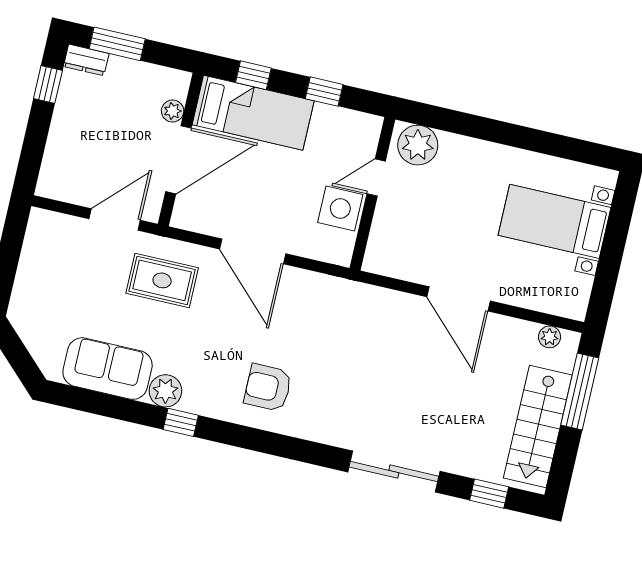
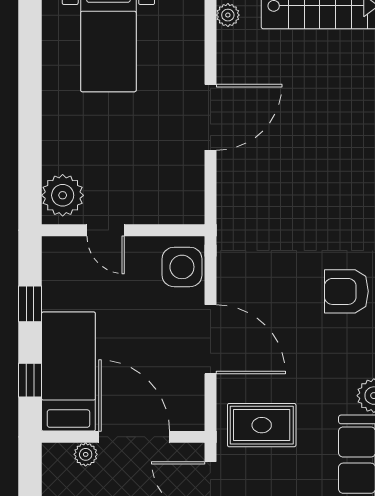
side table: (340, 208) -> (182, 267), moved
door: (253, 251) -> (210, 339), hinge flipped
rug: (162, 280) -> (262, 425), turned 90
armchair: (268, 388) -> (346, 291), turned 90

